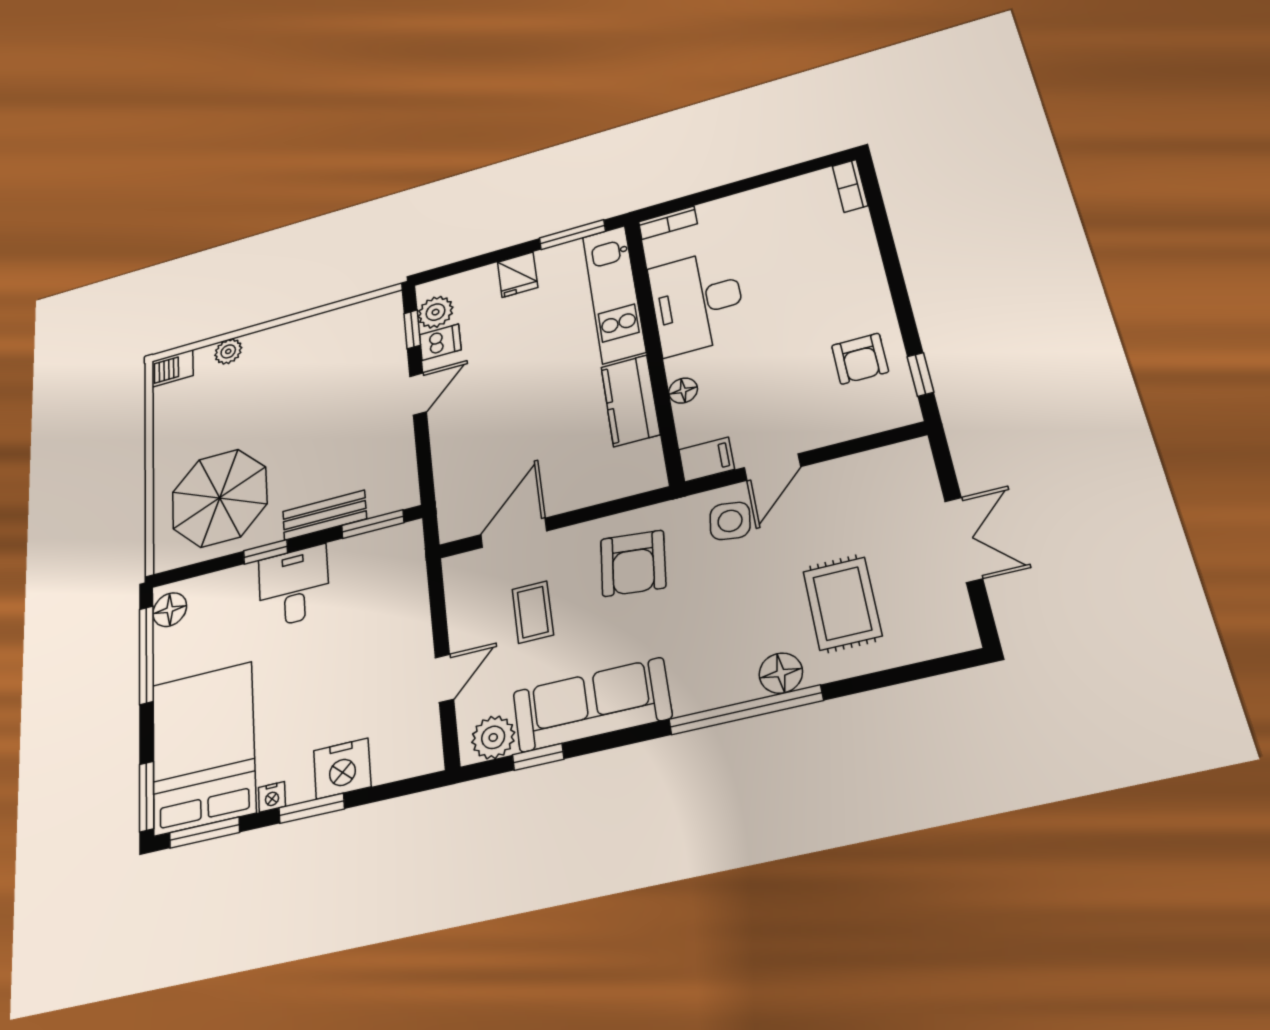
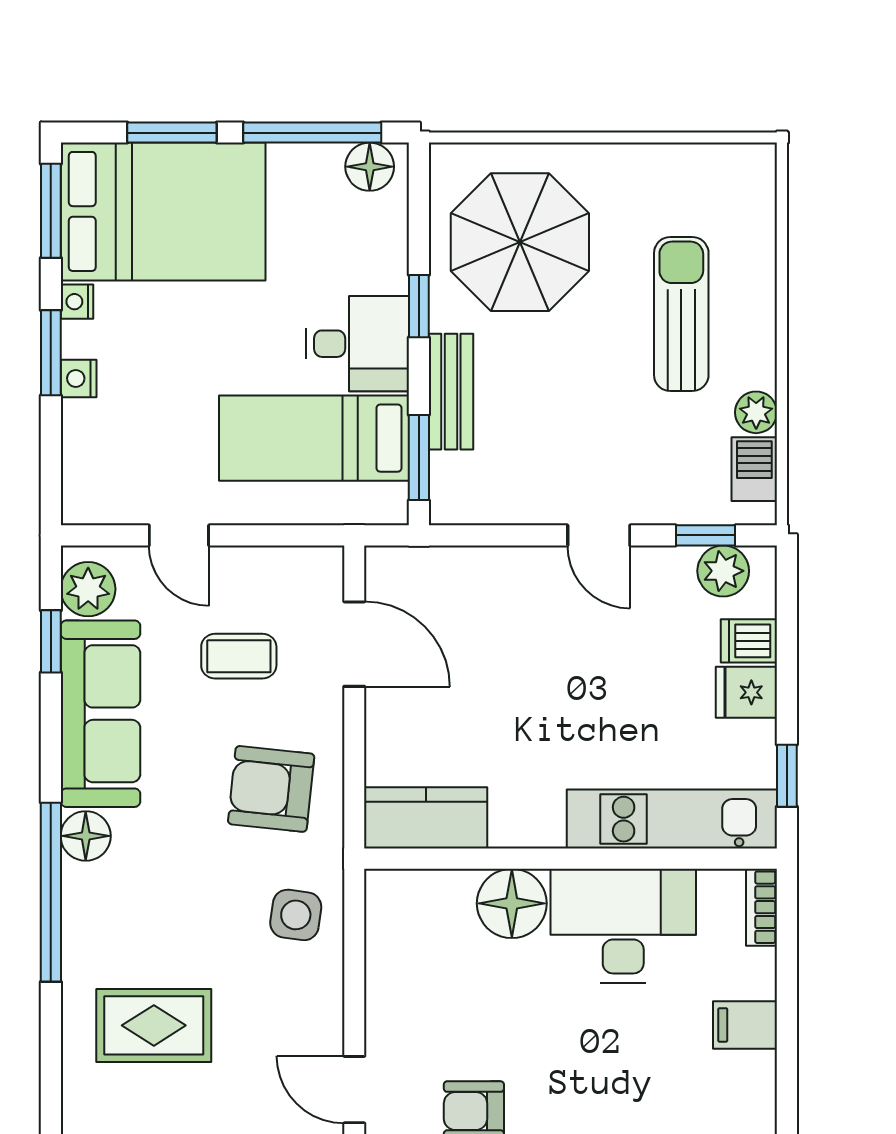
window: (572, 235) -> (787, 776), width x0.67
dishwasher: (440, 342) -> (749, 641), moved, turned 90
plant: (228, 351) -> (756, 412), moved
barbecue: (172, 368) -> (754, 469), moved
sun lounger: (264, 386) -> (681, 314), added
floor lamp: (683, 391) -> (512, 903), width x1.89, depth x1.89
kitchen counter: (630, 401) -> (426, 818), moved
filing cabinet: (707, 459) -> (745, 1025), moved, turned 90
door: (772, 467) -> (354, 1090), moved
bed: (364, 599) -> (314, 438), added
floor lamp: (781, 673) -> (86, 836), moved
nightstand: (342, 769) -> (79, 378), width x0.53, depth x0.56
window: (147, 796) -> (172, 133), moved

